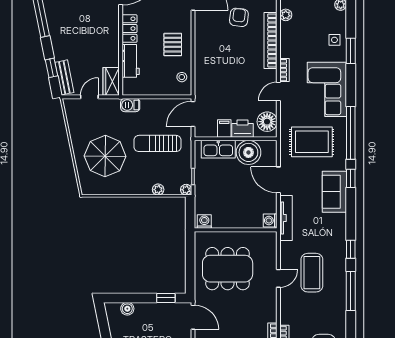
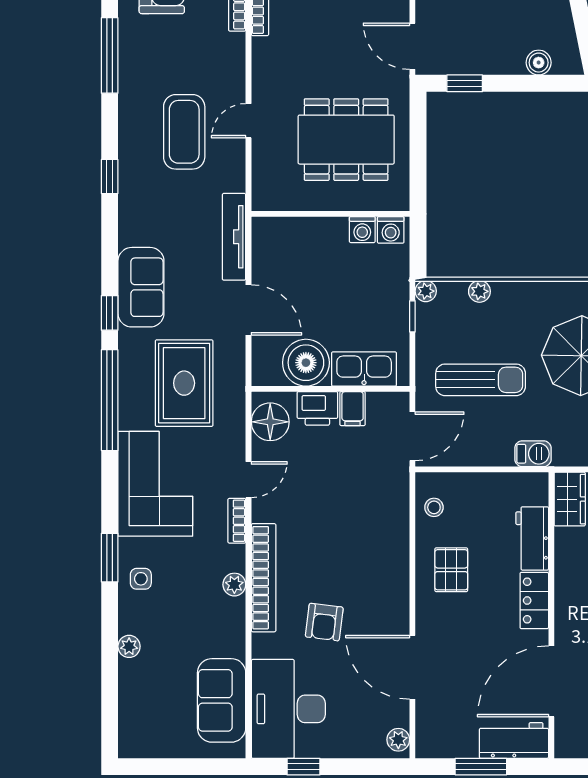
plant: (286, 15) -> (234, 585), moved
rug: (312, 142) -> (184, 383), turned 90
washing machine: (270, 220) -> (362, 230), moved, turned 90
window: (351, 291) -> (110, 55), moved

